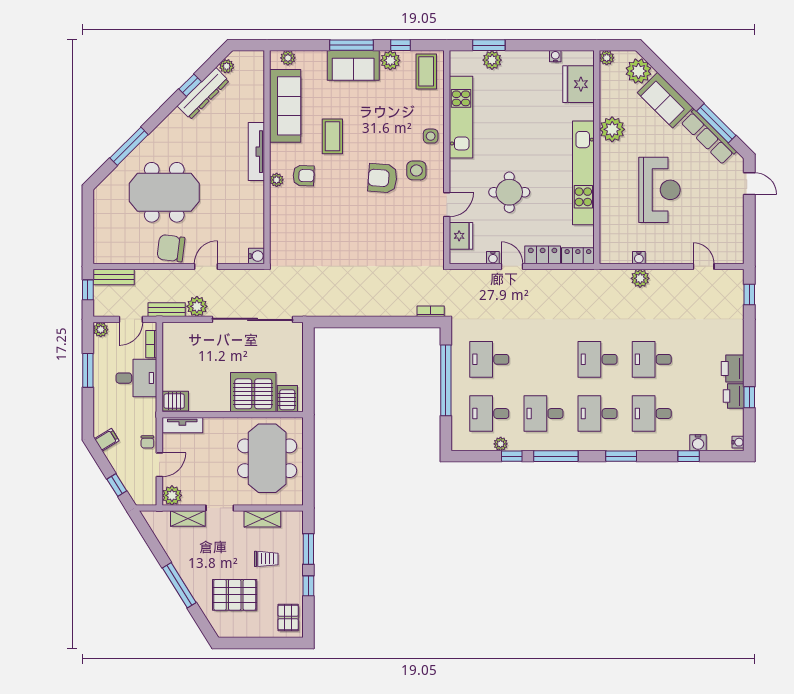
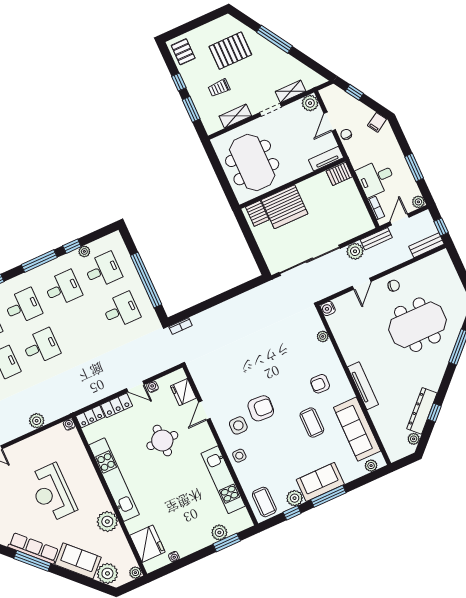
plant: (277, 180) -> (323, 336), moved
chair: (171, 248) -> (394, 286), width x0.54, depth x0.54
water cooler: (639, 258) -> (69, 424), moved

